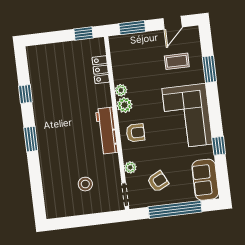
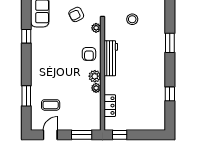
corner sofa: (187, 116) -> (48, 62), removed
armchair: (135, 133) -> (89, 54), turned -90
window: (31, 139) -> (170, 43), moved

